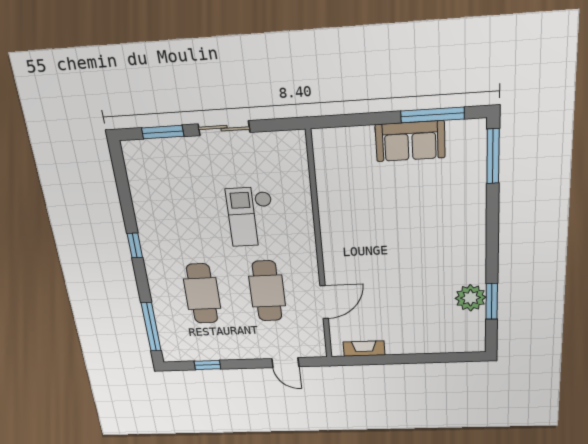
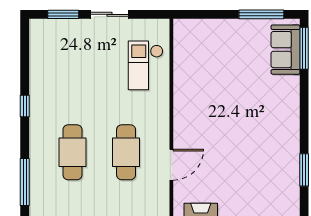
sofa: (410, 141) -> (286, 50), moved, turned 90
checkout: (251, 217) -> (146, 65), moved
plant: (471, 298) -> (288, 166), removed

